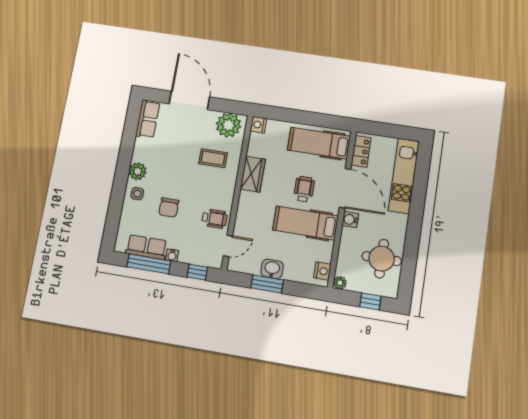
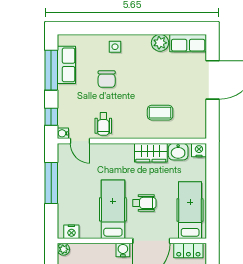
plant: (228, 125) -> (194, 122), removed
coffee table: (213, 158) -> (160, 113), turned 90
plant: (138, 171) -> (160, 43), moved
chair: (169, 208) -> (107, 79), turned -90
water cooler: (172, 255) -> (63, 133), moved
washbasin: (272, 269) -> (178, 152), moved, turned 90
window: (267, 284) -> (51, 183), width x1.44

